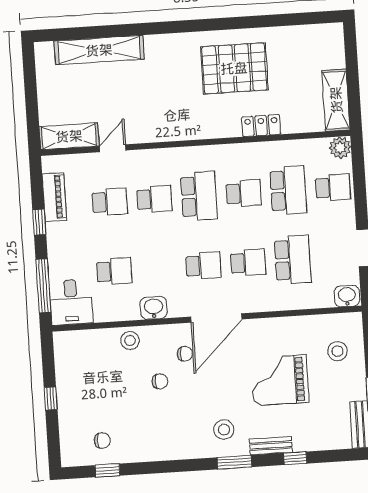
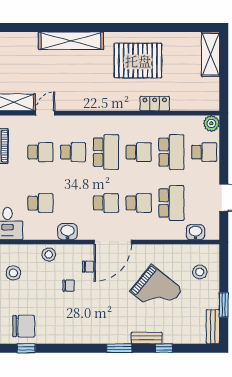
shelving: (99, 50) -> (71, 41), moved
shelving: (336, 100) -> (210, 54), moved
washbasin: (347, 296) -> (196, 232), moved
grand piano: (280, 380) -> (156, 291), turned -141
stool: (224, 430) -> (13, 273), moved
chair: (102, 440) -> (24, 326), width x1.87, depth x1.87

